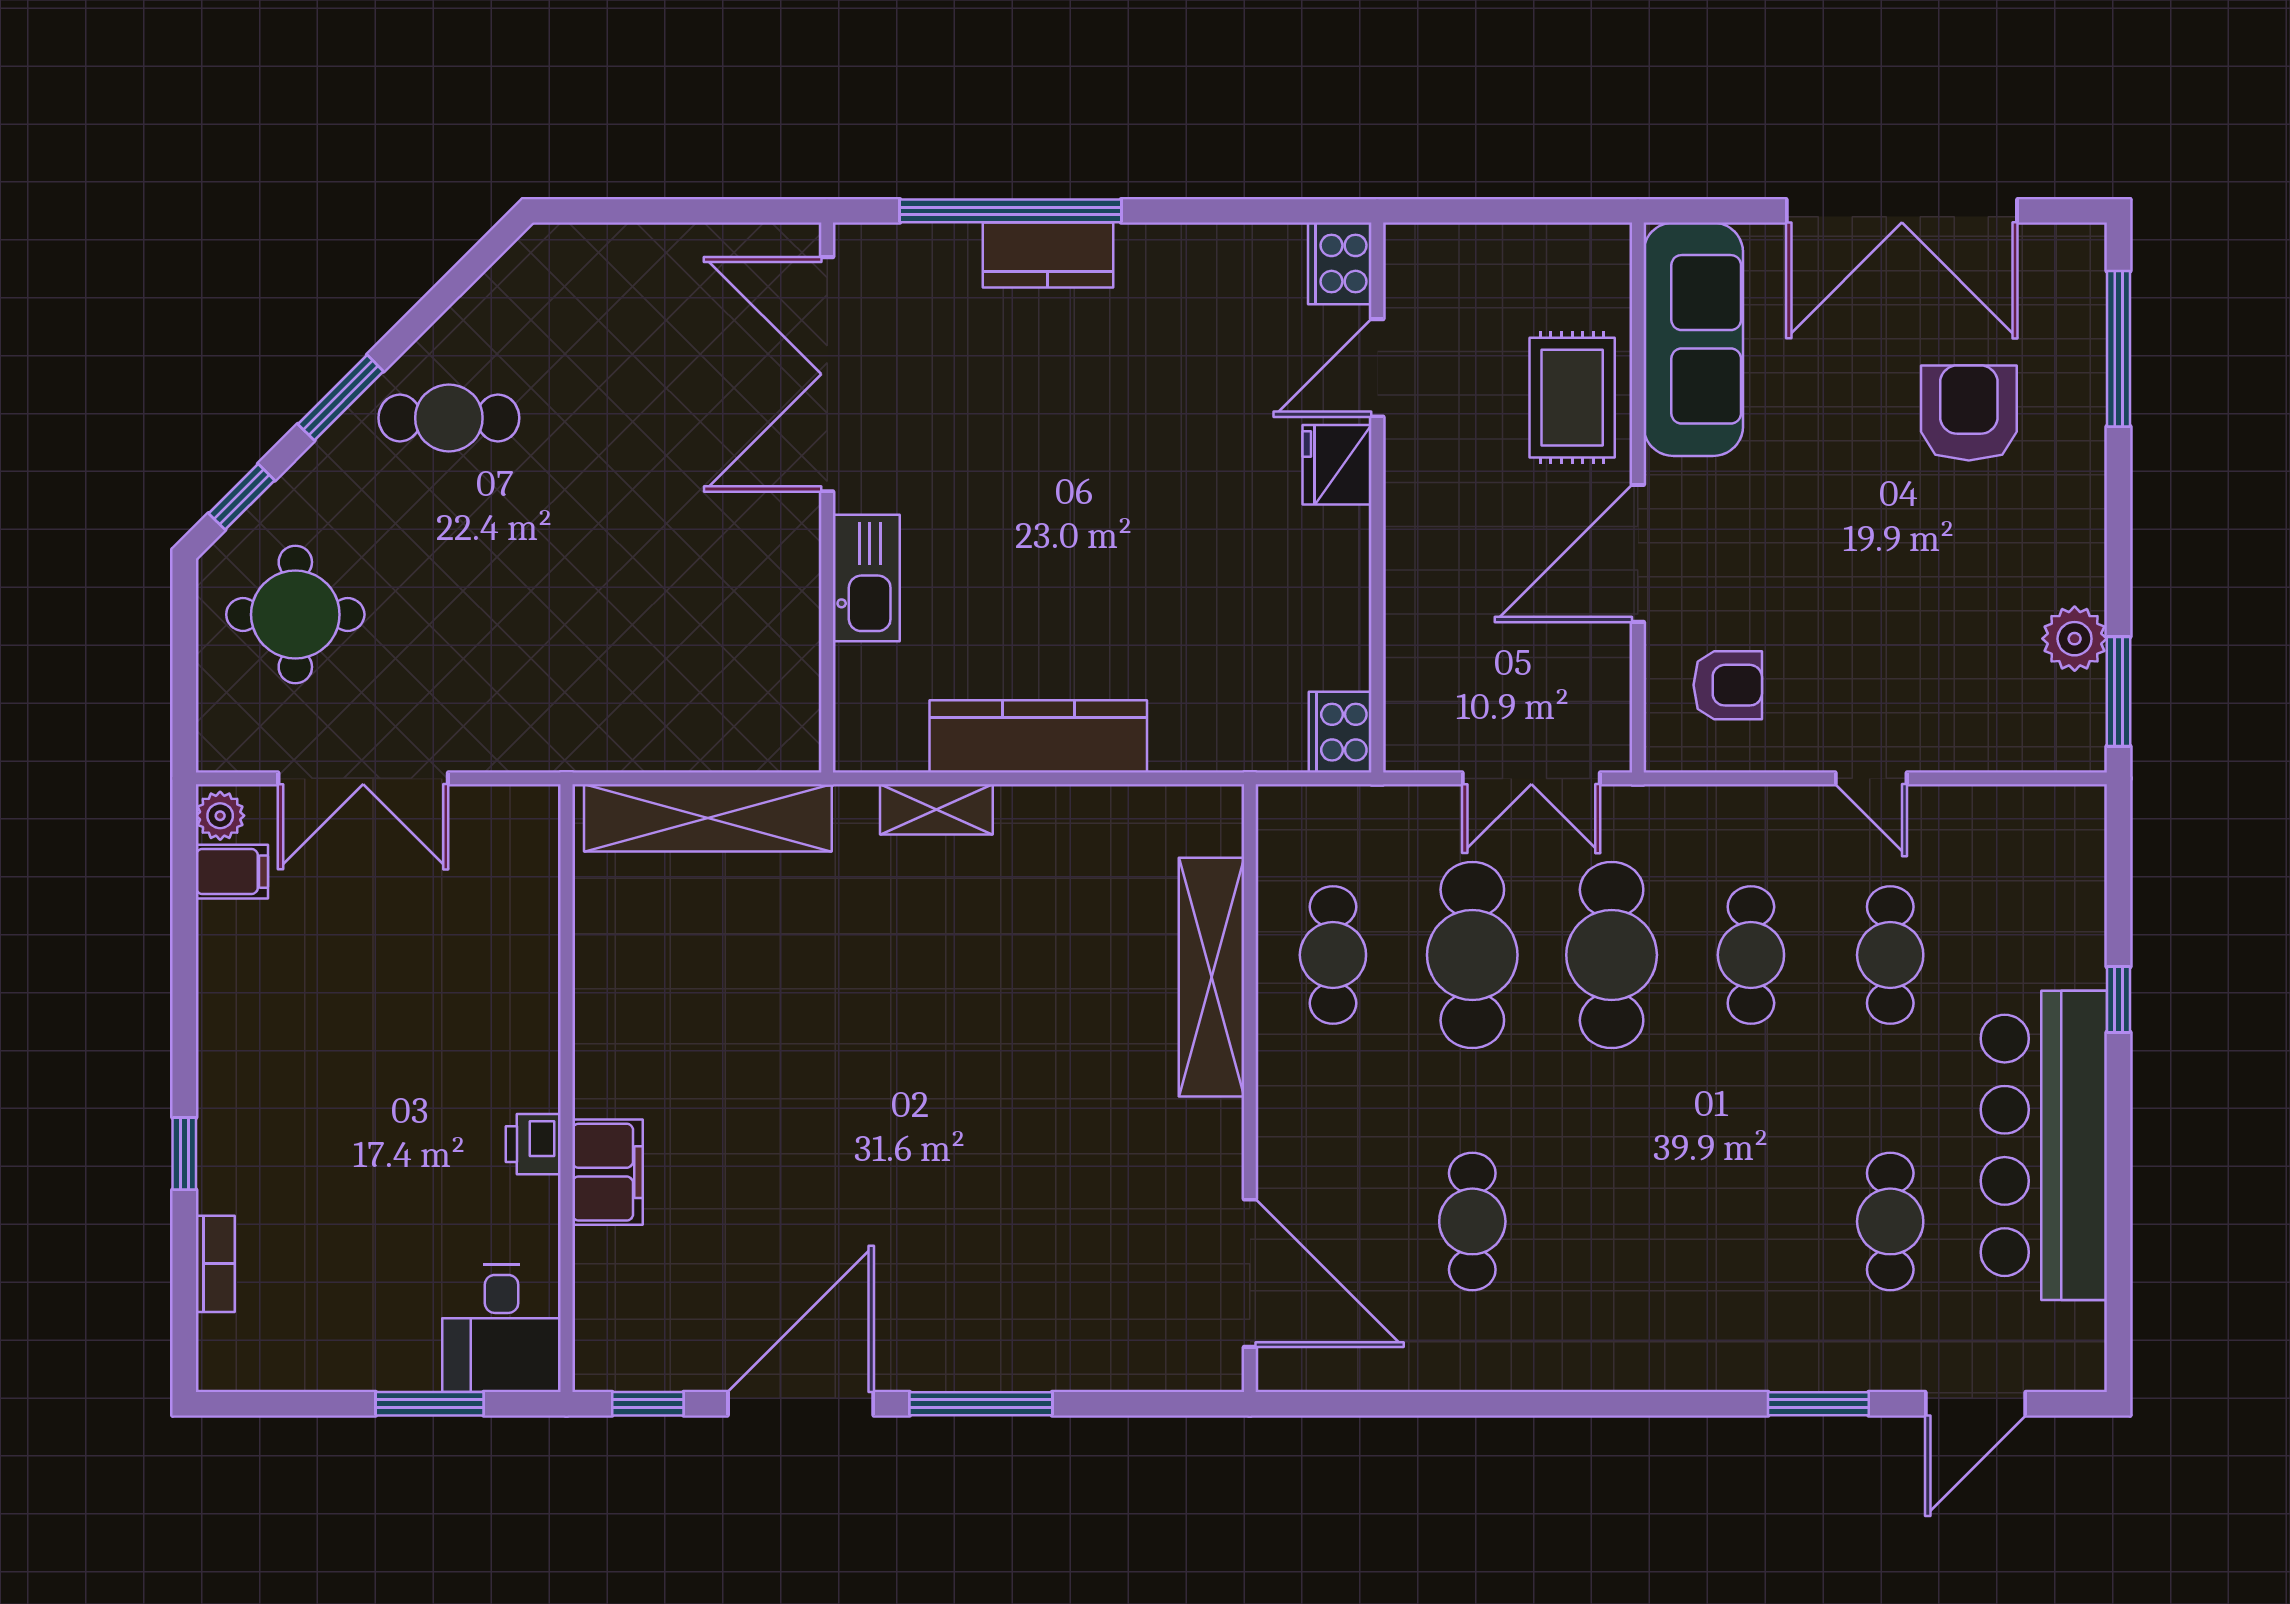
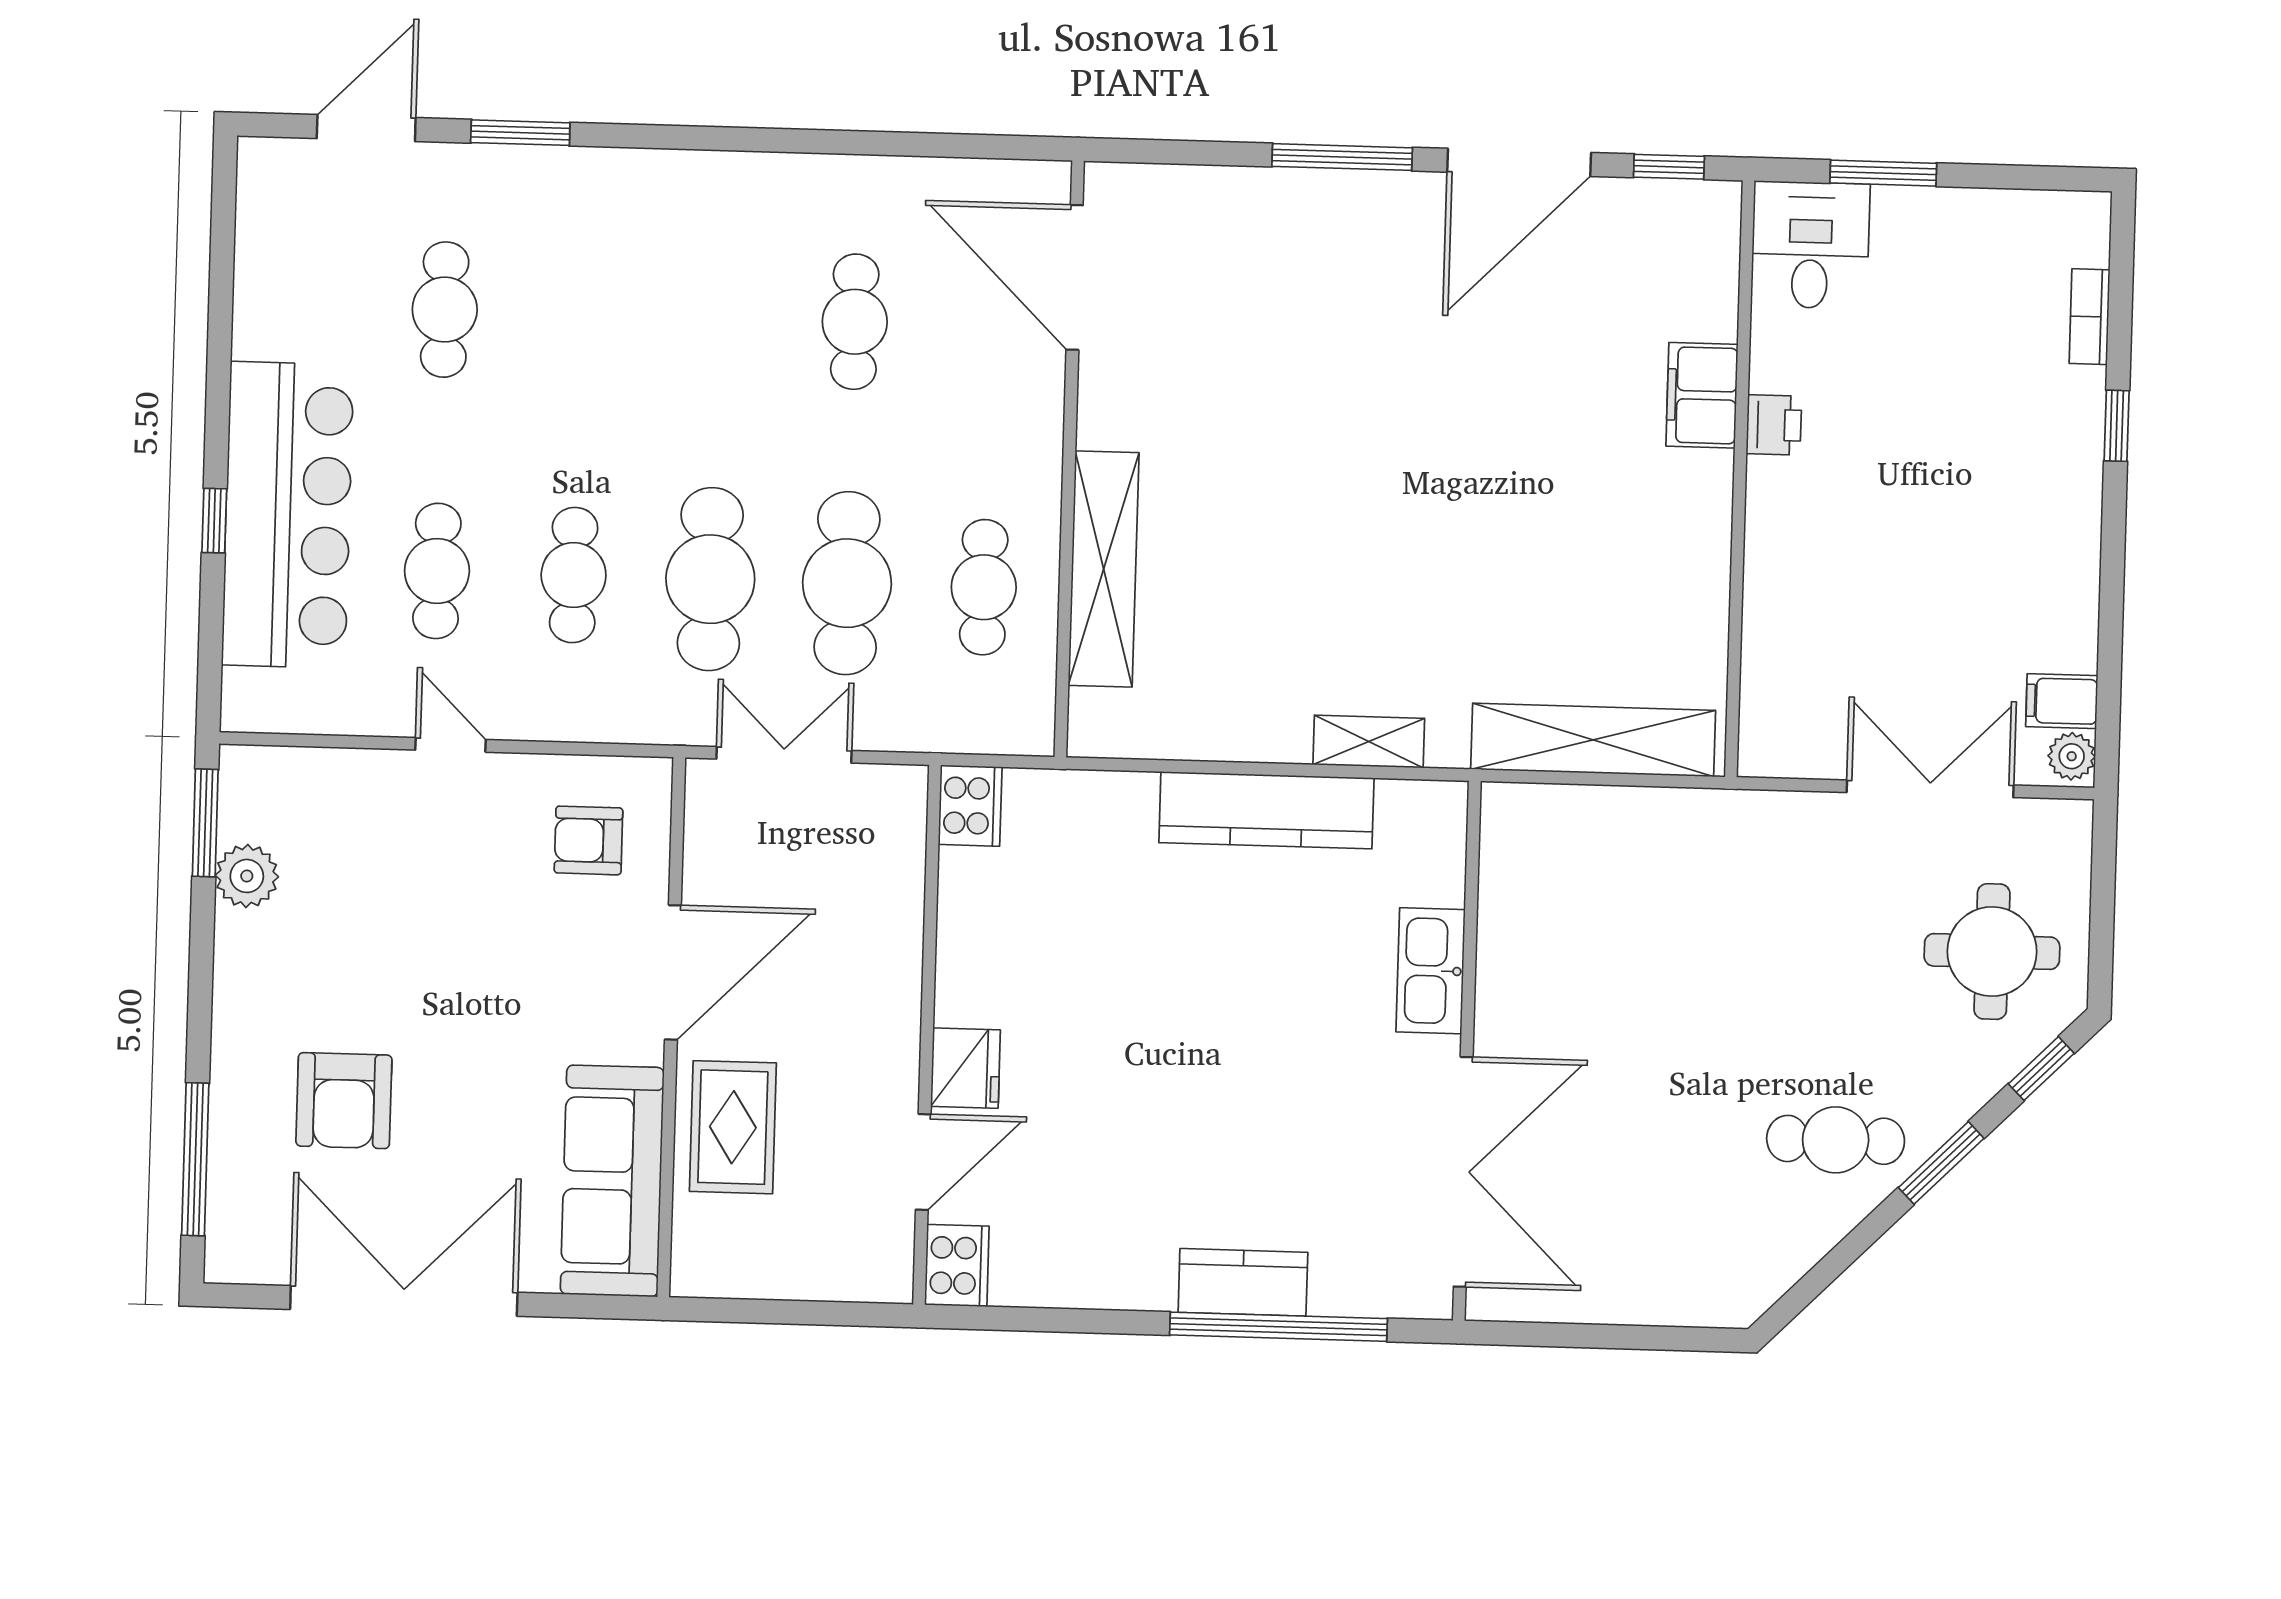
bar counter: (2044, 1145) -> (288, 515), moved

